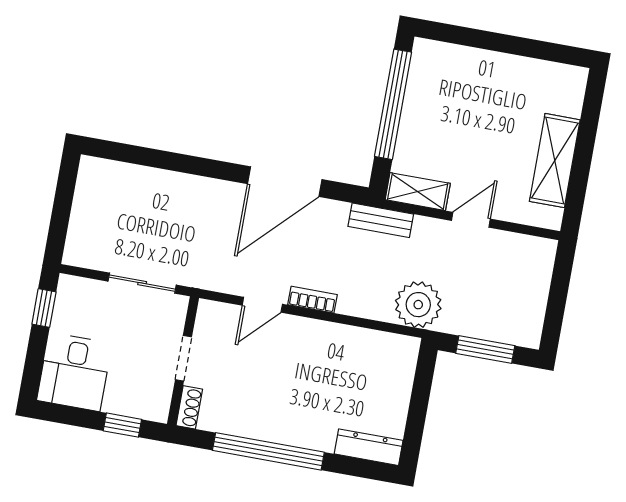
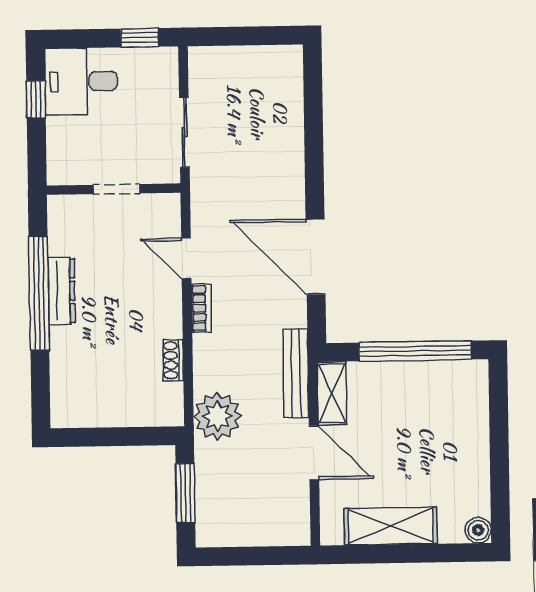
boiler: (575, 78) -> (478, 530), added
bench: (381, 220) -> (296, 373), width x1.36
door: (471, 220) -> (314, 453), width x1.38
shoe rack: (189, 407) -> (173, 360), moved, turned 90
window: (122, 425) -> (36, 99), moved
dresser: (369, 447) -> (61, 291), moved

